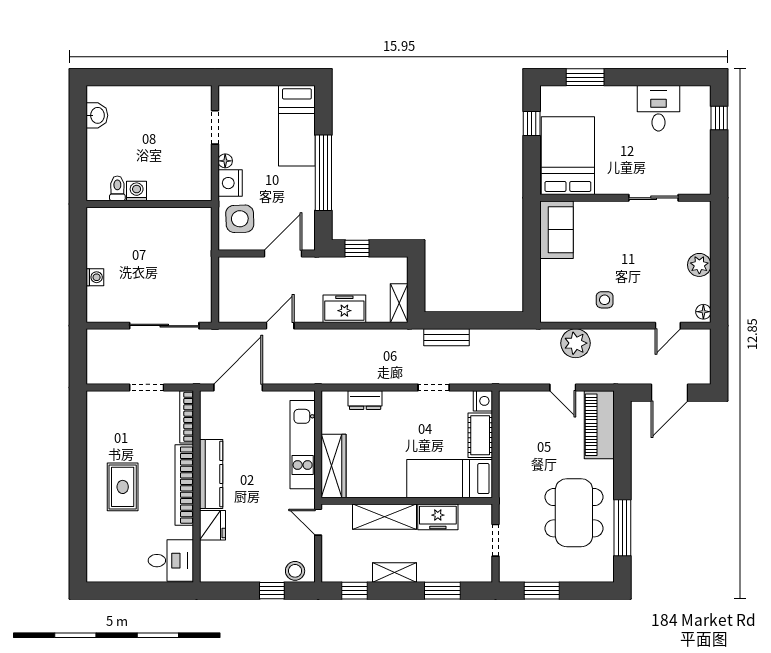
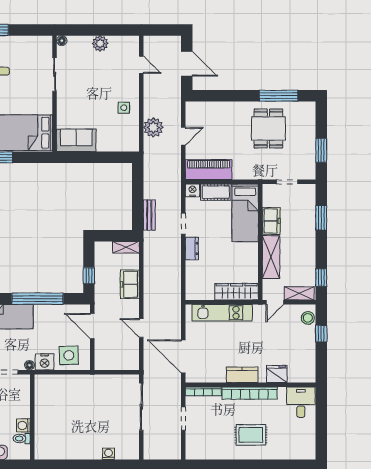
toilet: (117, 188) -> (22, 438), moved
washing machine: (137, 191) -> (23, 425), moved
wall: (149, 204) -> (32, 417), moved
floor lamp: (703, 312) -> (62, 41), moved
dresser: (365, 400) -> (192, 249), moved
piano: (599, 425) -> (209, 170), moved, turned 180
kitchen counter: (211, 474) -> (242, 375), width x0.67
dining table: (574, 513) -> (268, 128), width x0.73
shelving: (395, 572) -> (299, 293), moved, turned 90

